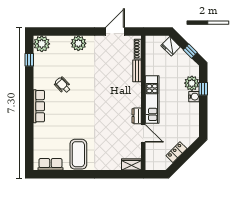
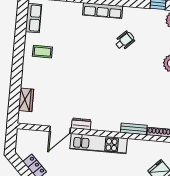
coffee table: (78, 154) -> (42, 52), width x0.54, depth x0.58
wardrobe: (131, 165) -> (26, 100), moved

